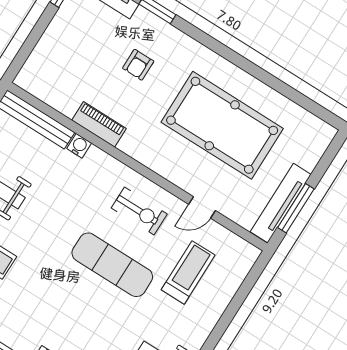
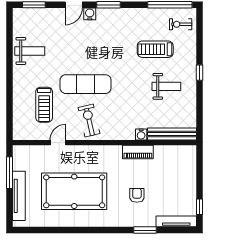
tv unit: (281, 203) -> (19, 196), moved
exercise bike: (139, 211) -> (89, 120), turned 77

